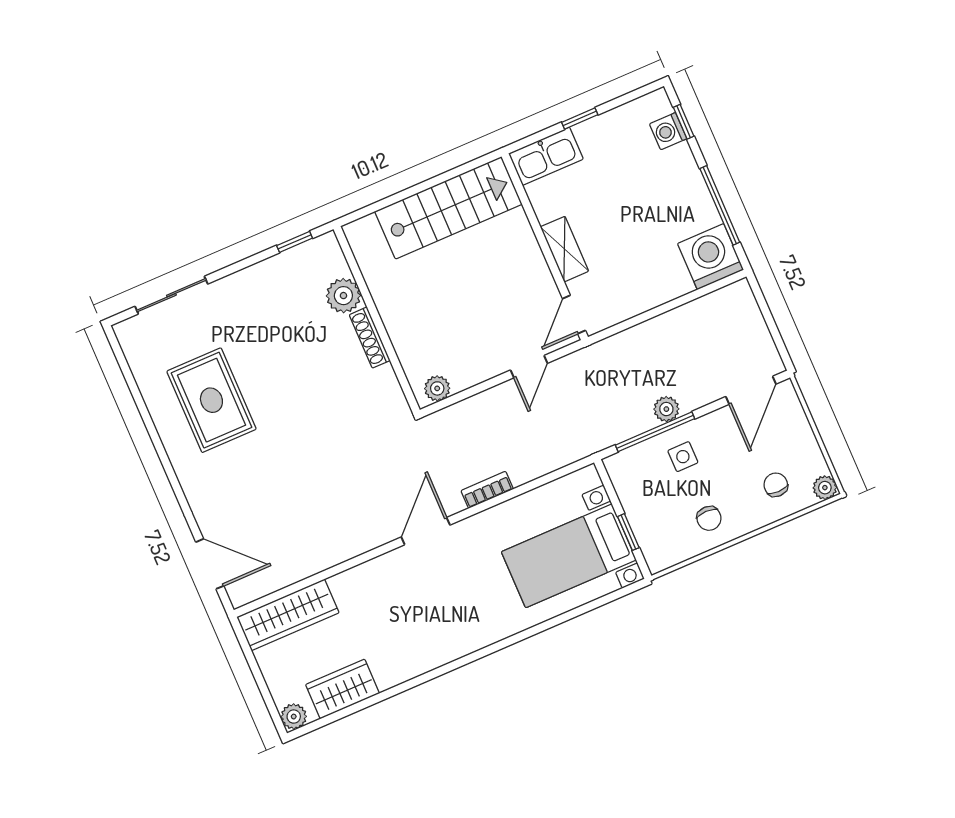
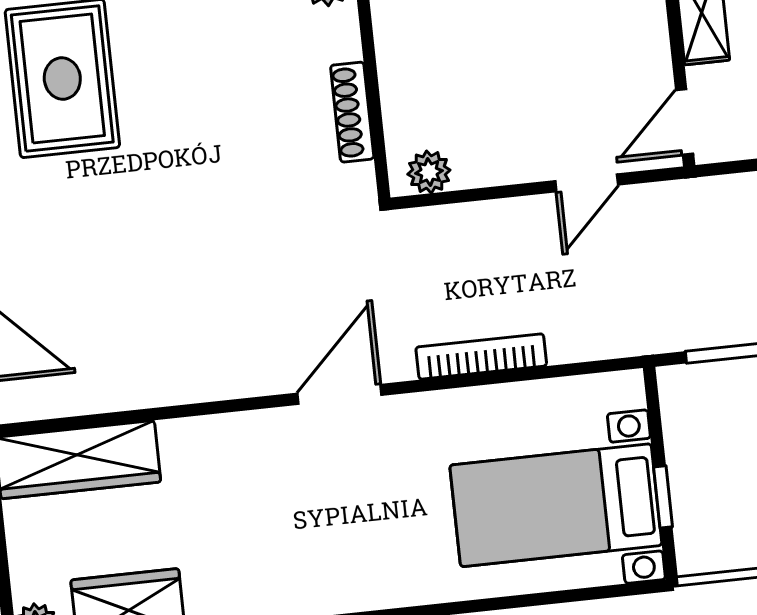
shoe rack: (370, 338) -> (352, 112), moved
bookcase: (487, 490) -> (481, 357), width x1.56

